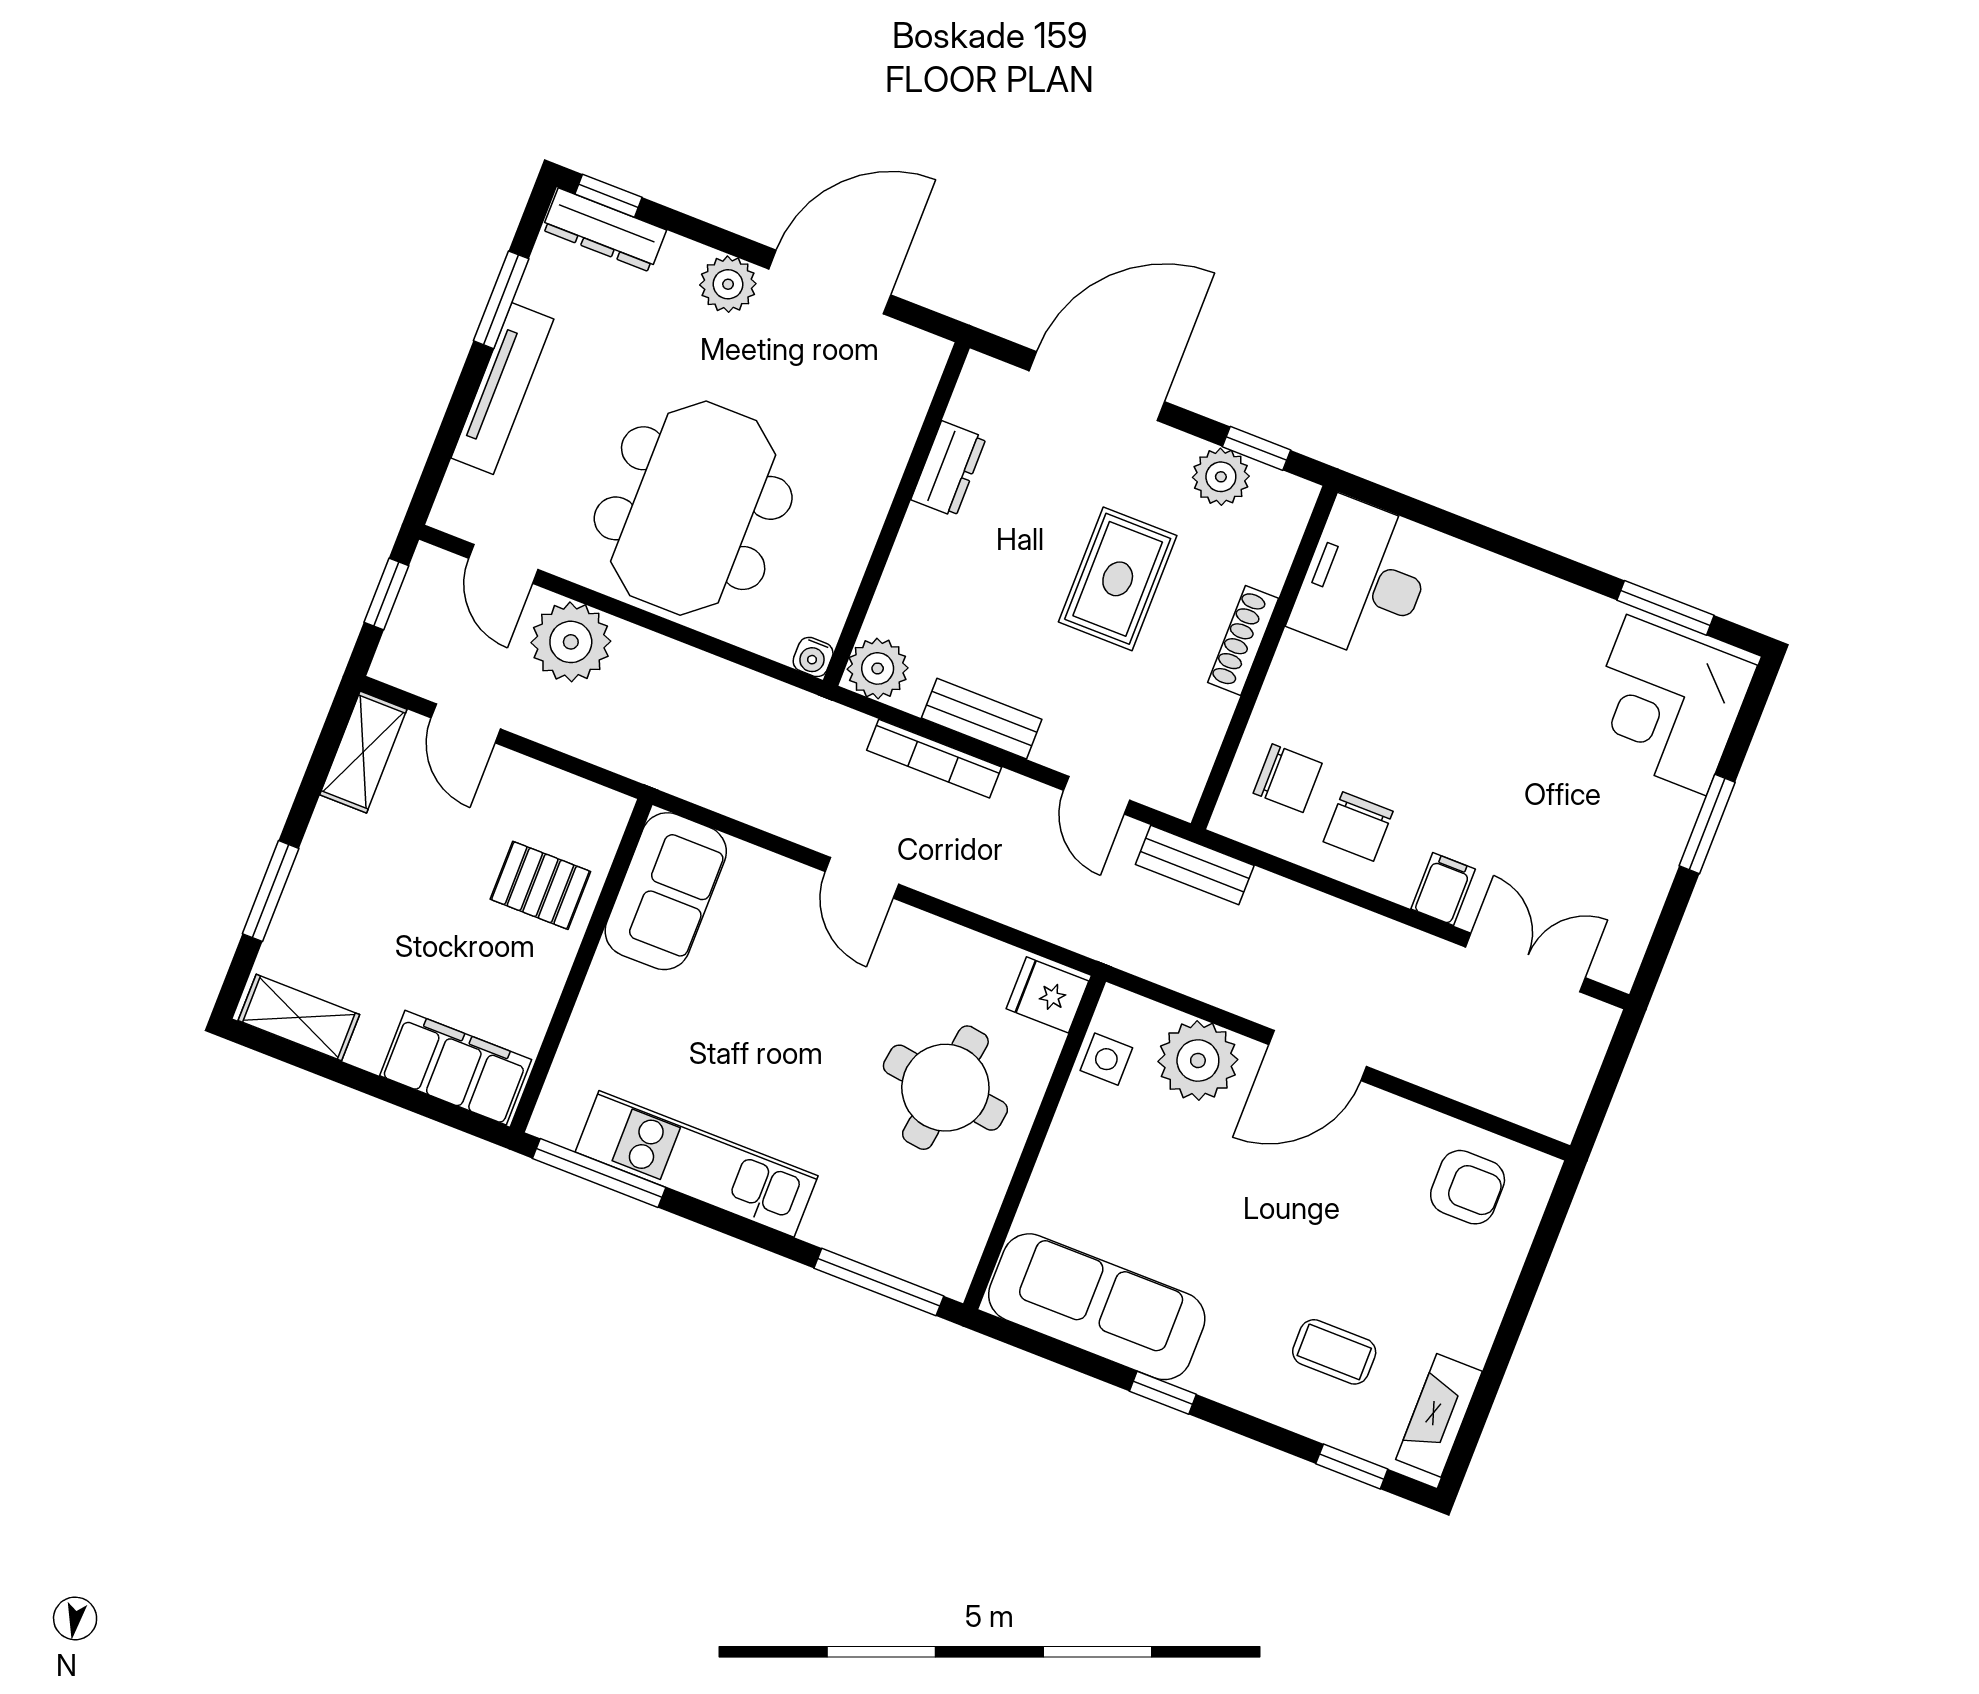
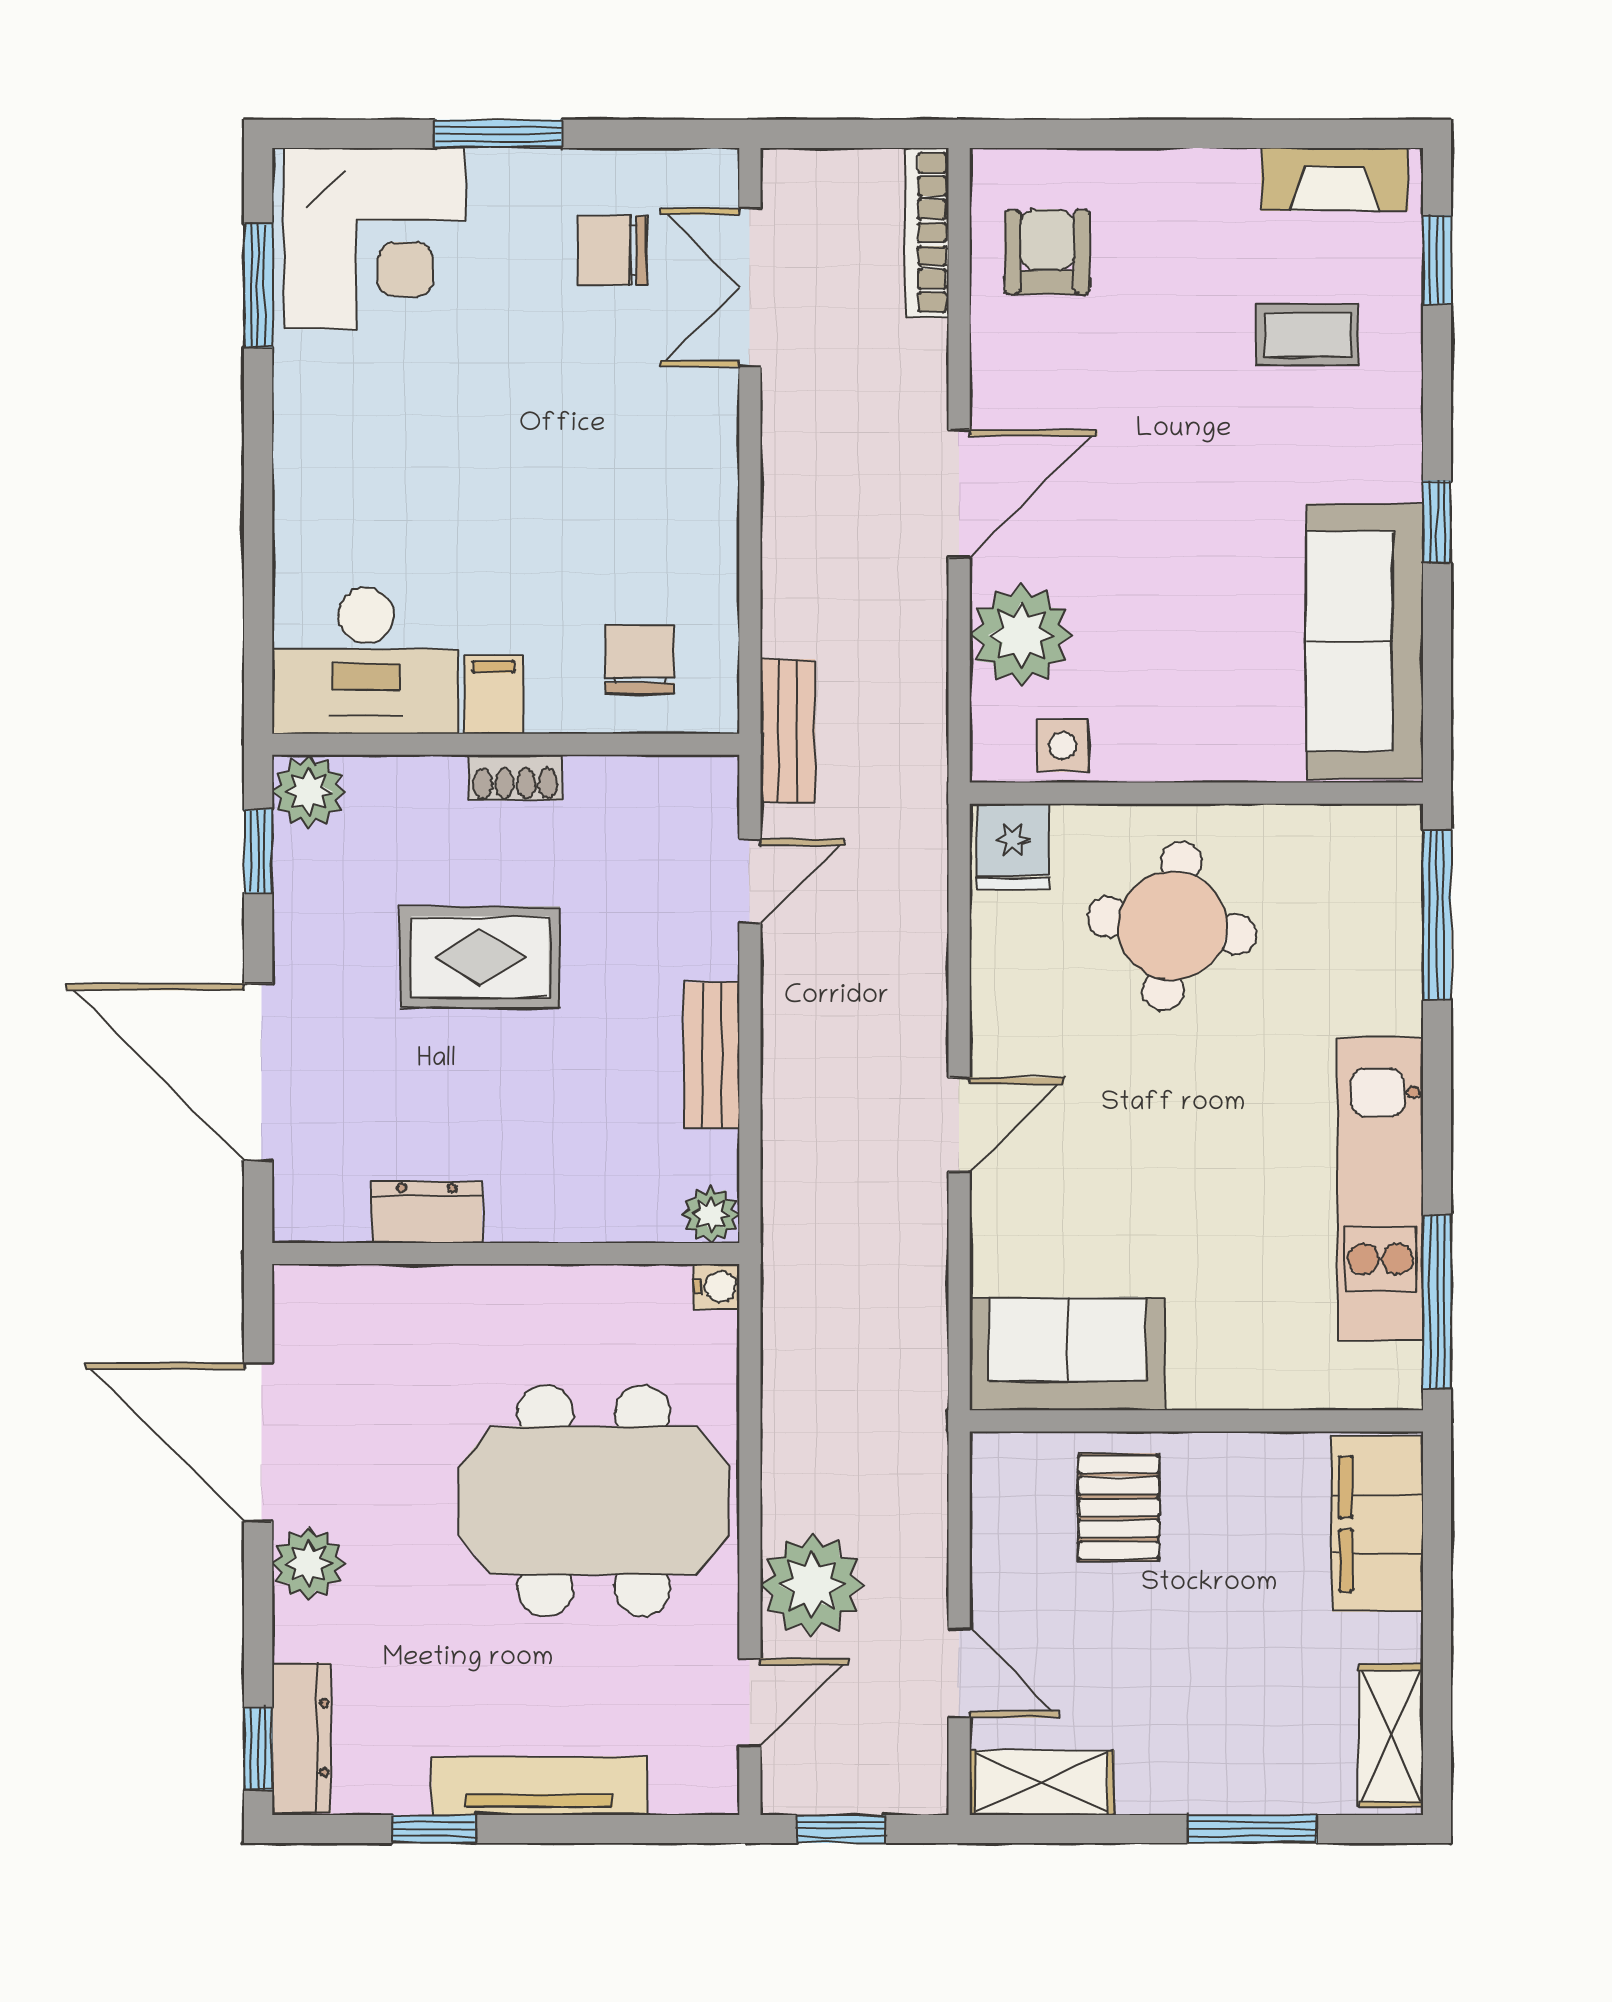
window: (501, 300) -> (433, 1829), width x0.67
plant: (1221, 477) -> (309, 792), moved
shoe rack: (1243, 640) -> (515, 778), width x0.70
plant: (878, 668) -> (711, 1214), width x0.73, depth x0.73
door: (466, 723) -> (959, 1673), hinge flipped
bookcase: (934, 759) -> (927, 233), moved, turned 180
chair: (1358, 826) -> (612, 250), moved, turned 180
filing cabinet: (1443, 889) -> (494, 695), moved, turned 90
door: (1317, 1055) -> (959, 494), hinge flipped
coffee table: (1334, 1352) -> (1308, 335), turned 90

